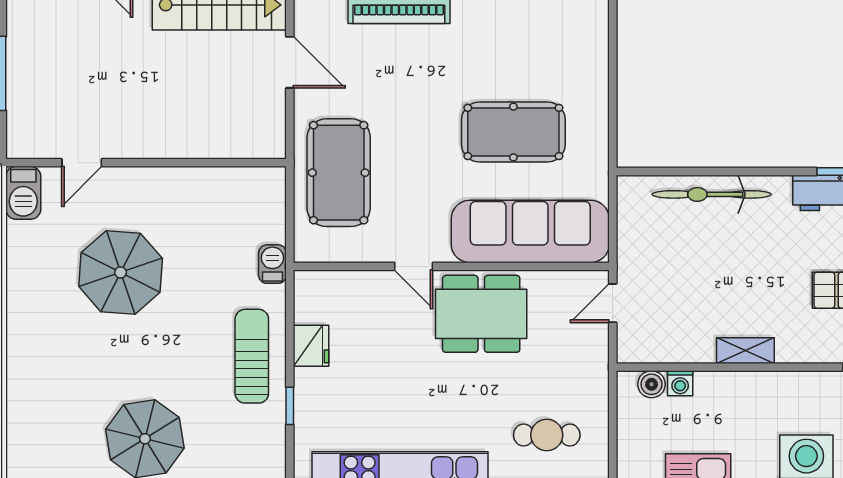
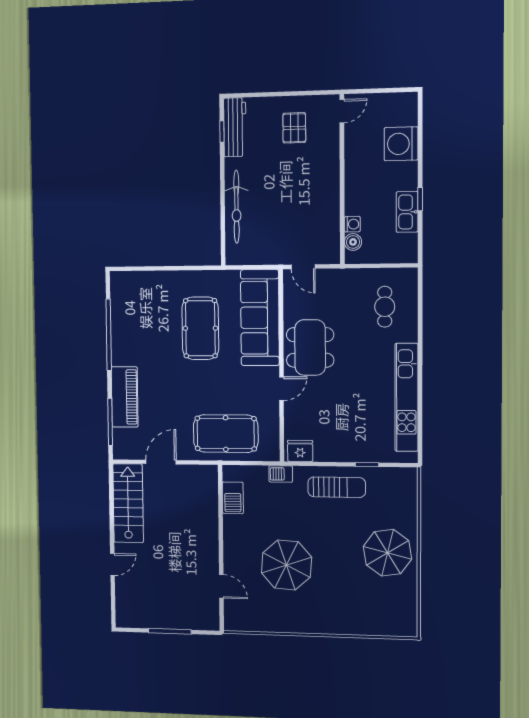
barbecue: (23, 193) -> (233, 498), moved, turned 90
fridge: (311, 346) -> (300, 451), moved
shelving: (745, 351) -> (332, 184), removed
sun lounger: (252, 356) -> (337, 487), turned 180

